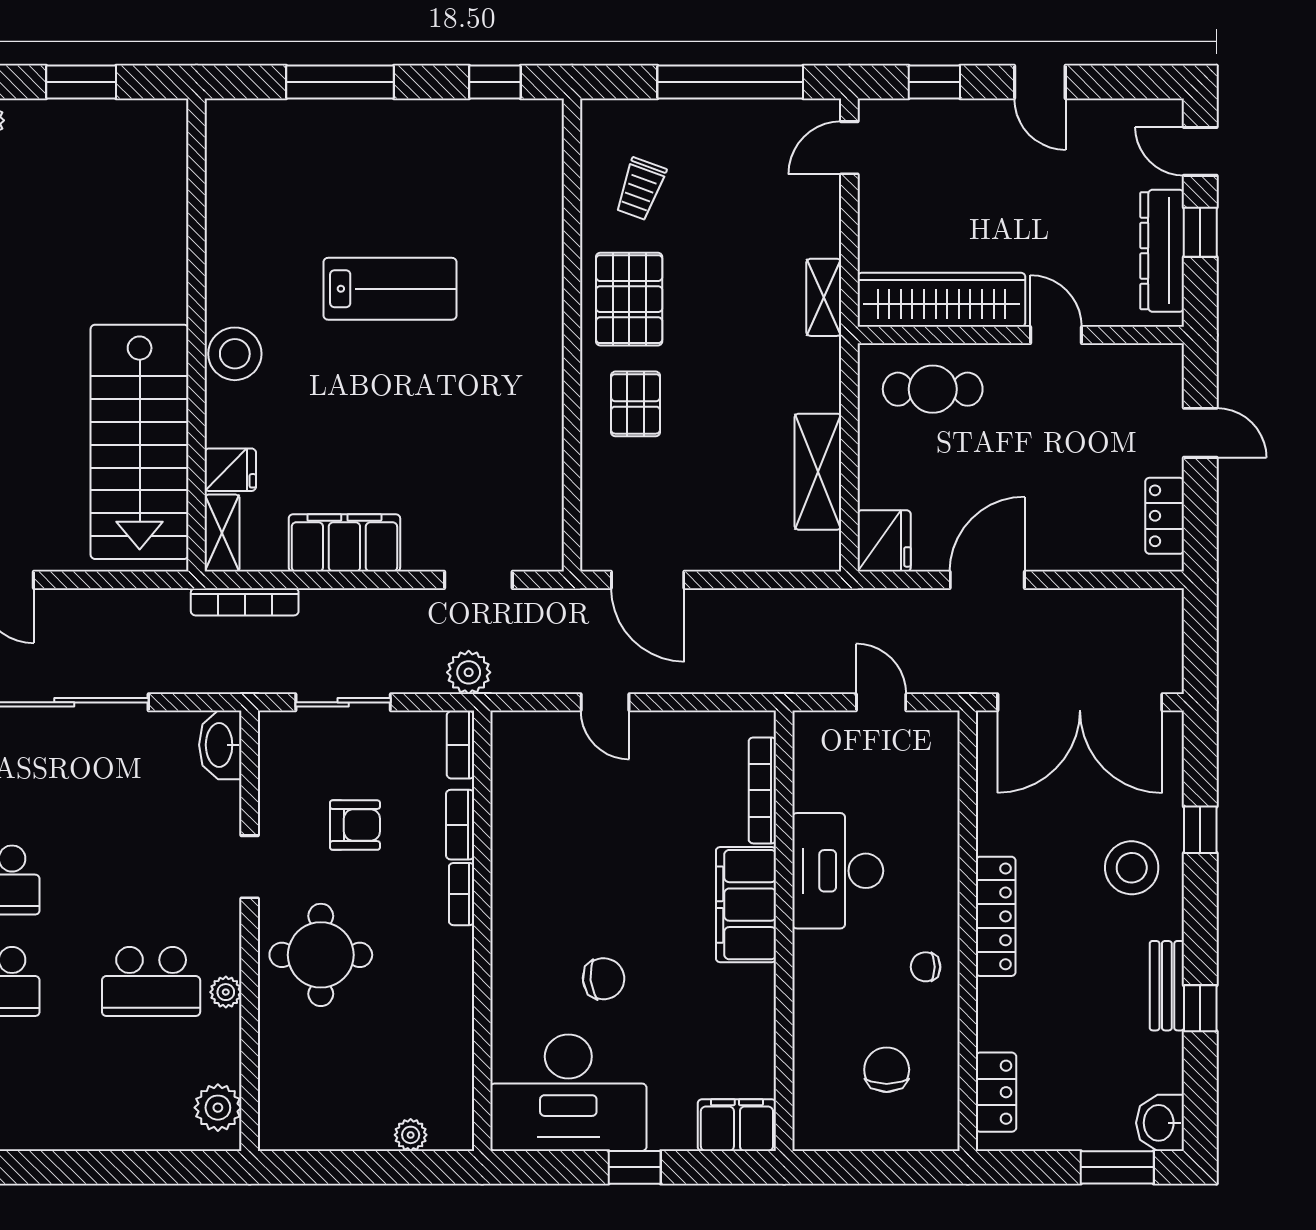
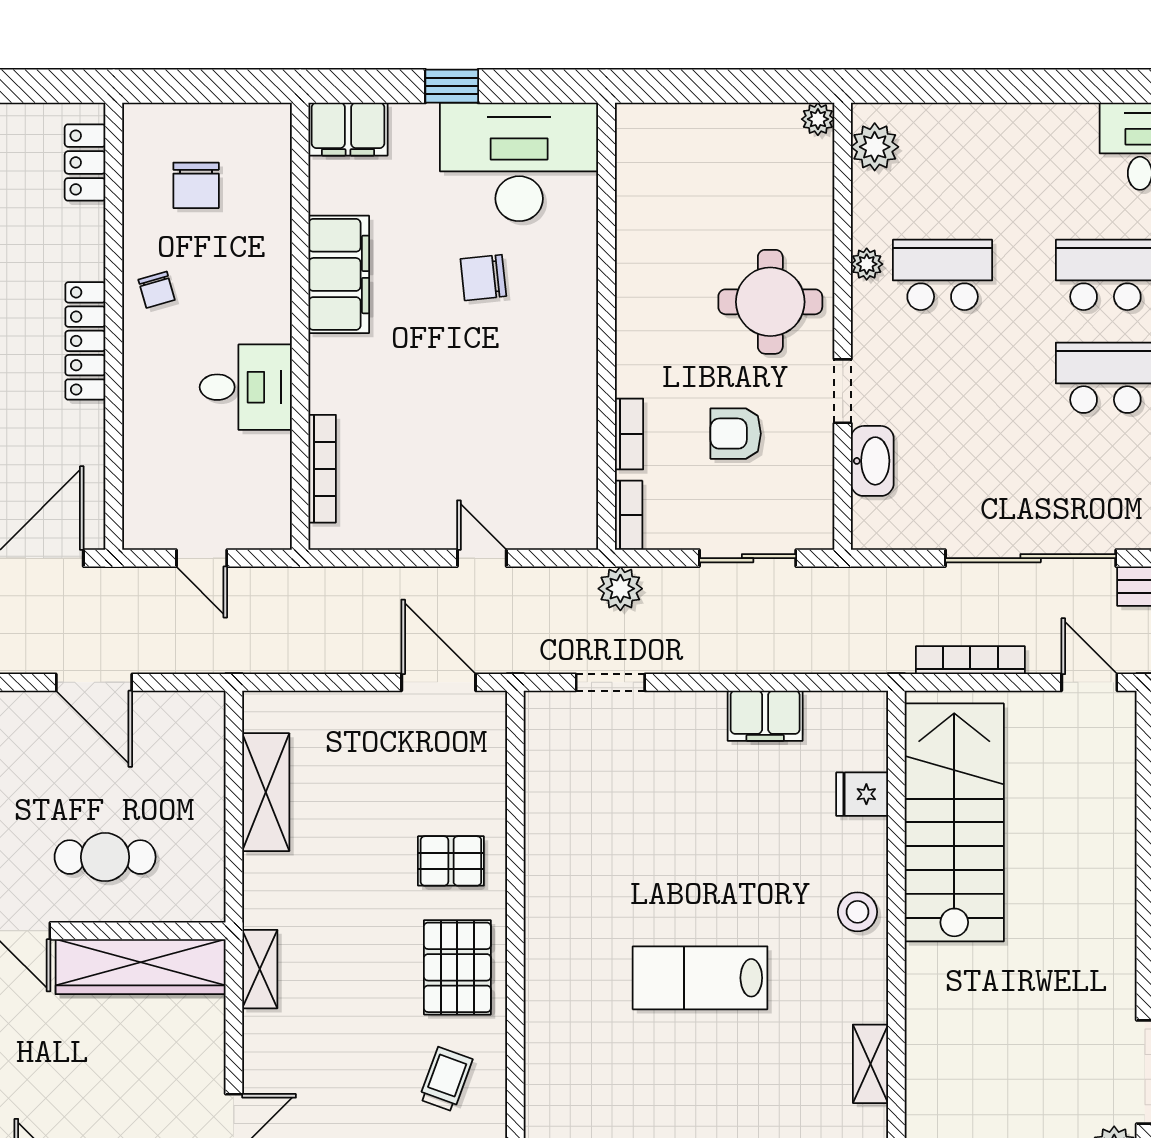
stool: (235, 354) -> (858, 912), width x0.73, depth x0.73
cafe table: (933, 389) -> (105, 857), moved
pallet: (636, 404) -> (451, 861), turned 90
shelving: (222, 533) -> (870, 1064), moved
fridge: (884, 541) -> (199, 722), removed
filing cabinet: (344, 543) -> (765, 716), width x0.67, depth x0.86
door: (987, 580) -> (94, 682), hinge flipped
bookcase: (245, 602) -> (970, 660), moved
washbasin: (220, 745) -> (872, 461), moved
desk: (838, 871) -> (246, 387), width x0.73
bookcase: (462, 894) -> (627, 364), removed
filing cabinet: (746, 905) -> (339, 274), moved
chair: (926, 967) -> (157, 290), turned 74
plant: (411, 1135) -> (818, 119), moved

